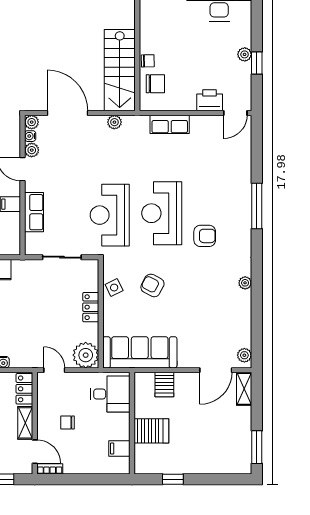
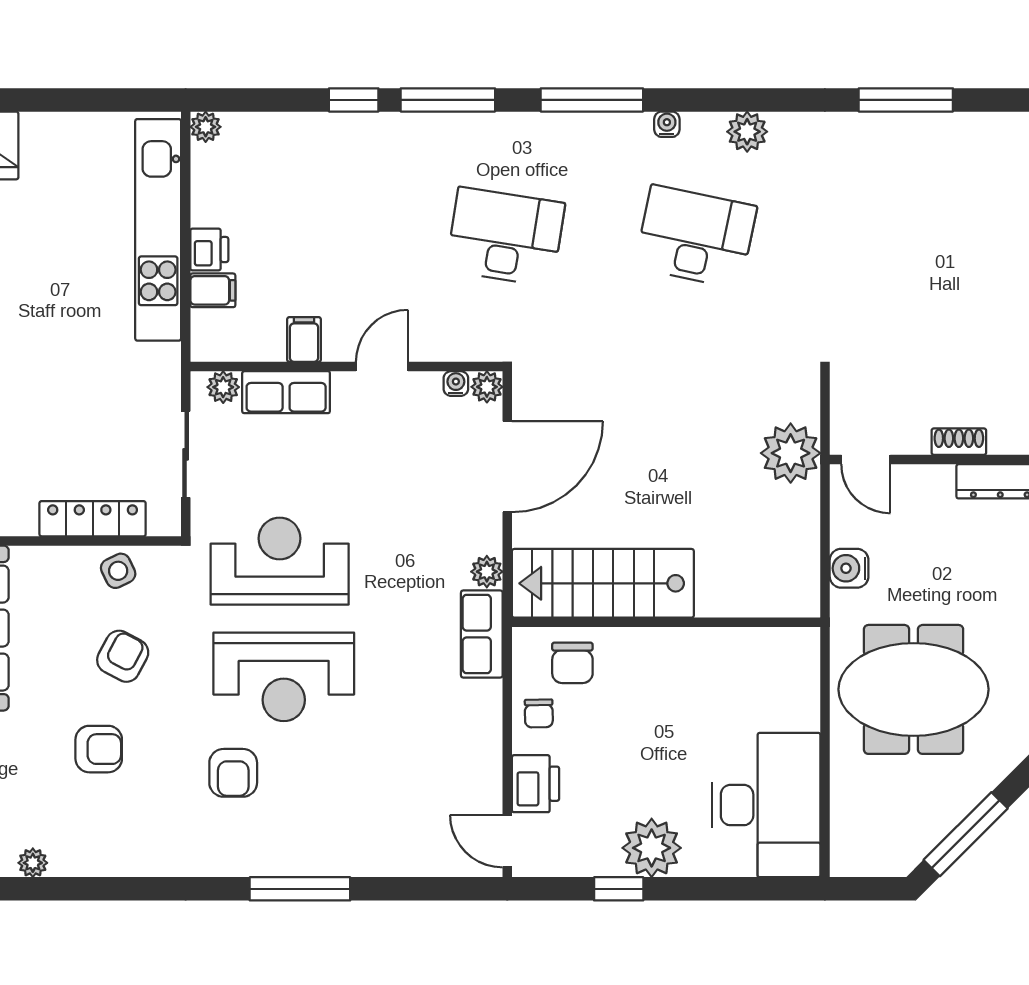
plant: (245, 54) -> (652, 848), width x1.88, depth x1.88
chair: (148, 61) -> (539, 713), moved
row of seats: (170, 124) -> (482, 634), moved
plant: (32, 150) -> (223, 387), moved
reception desk: (162, 213) -> (284, 677), turned 180
plant: (245, 283) -> (33, 863), moved
armchair: (194, 296) -> (99, 749), added
locker: (91, 307) -> (93, 519), width x1.53

